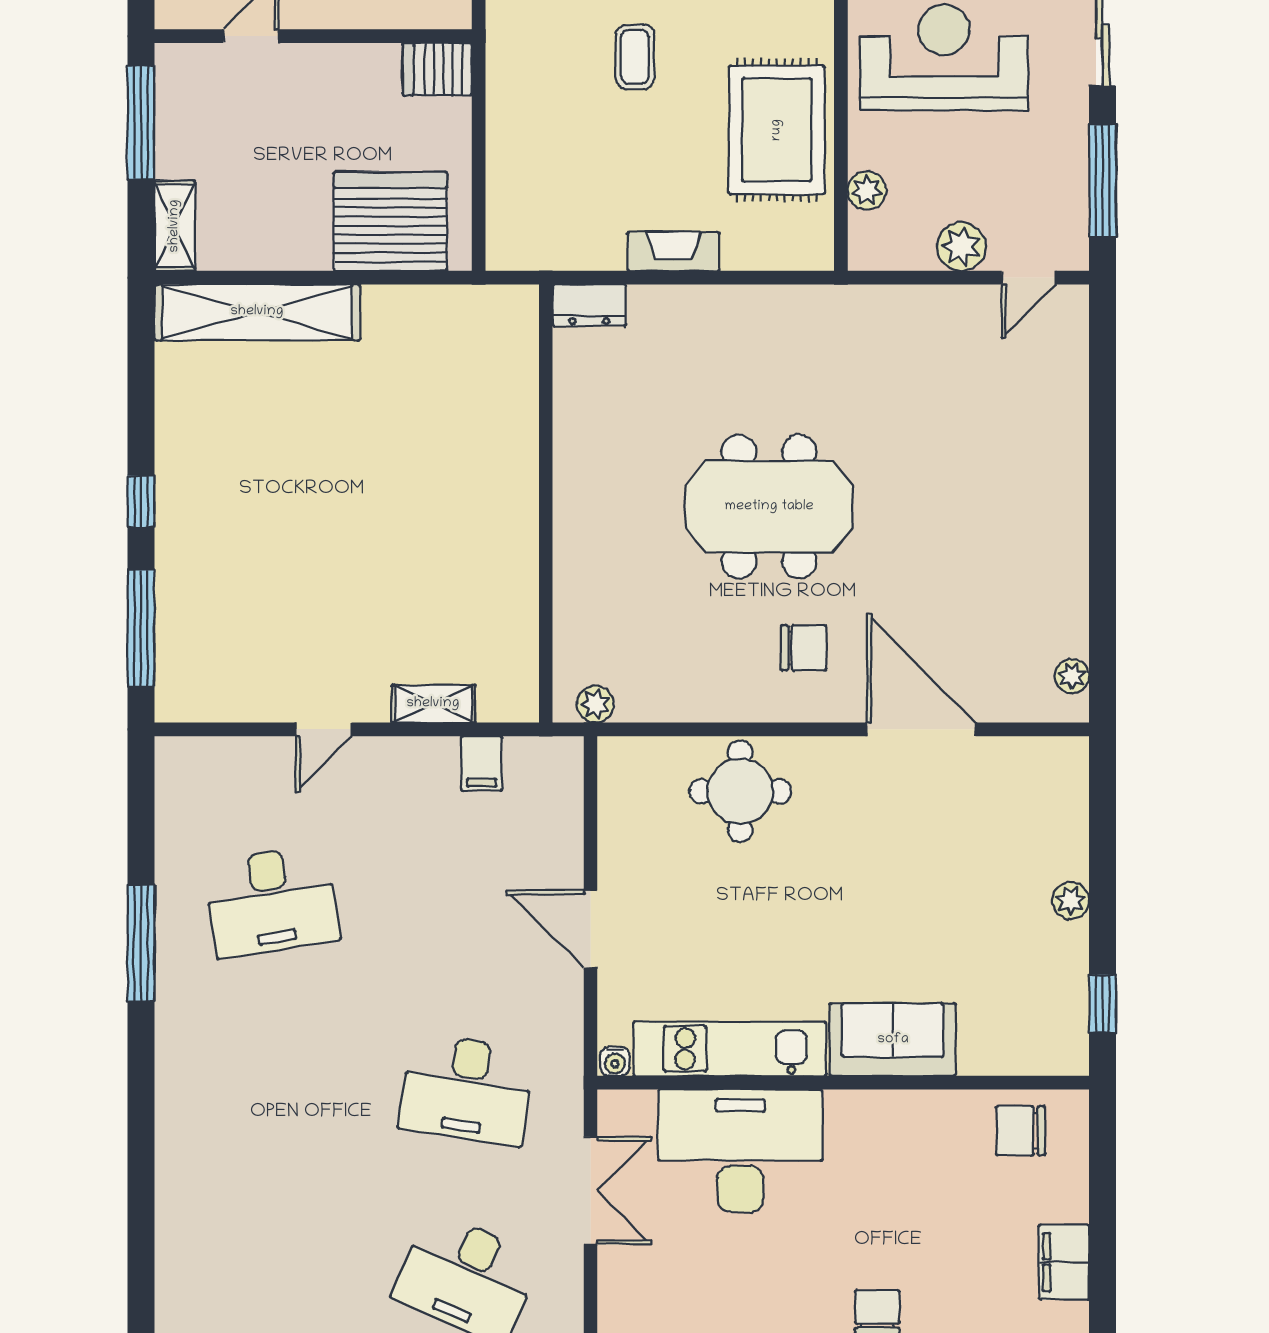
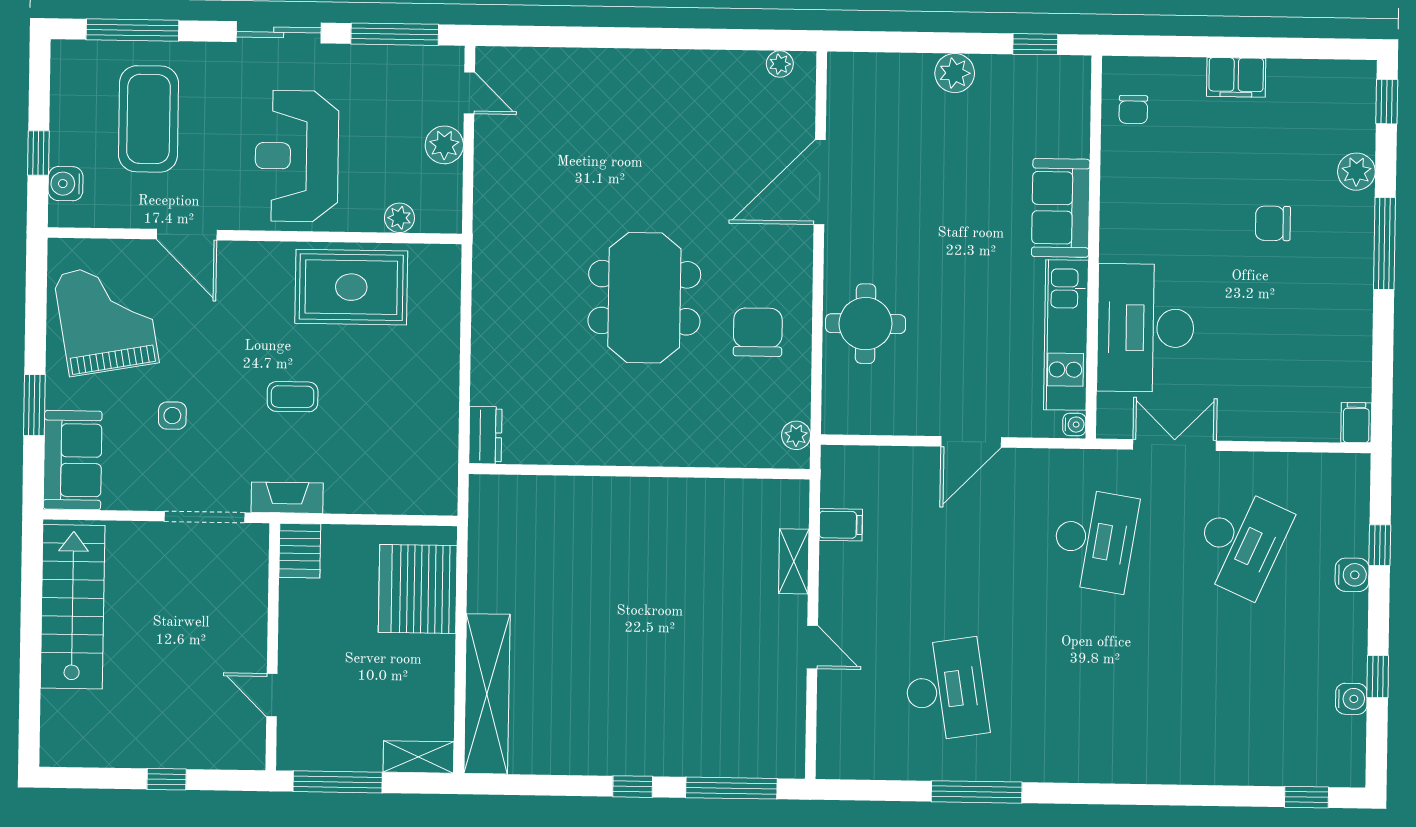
fireplace: (673, 251) -> (287, 498), moved, turned 90
chair: (803, 648) -> (758, 332), moved, width x1.37, depth x1.37
plant: (1071, 901) -> (955, 73), width x1.38, depth x1.38
chair: (1021, 1131) -> (1133, 110), width x0.73, depth x0.73

